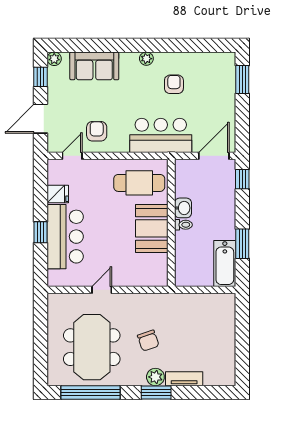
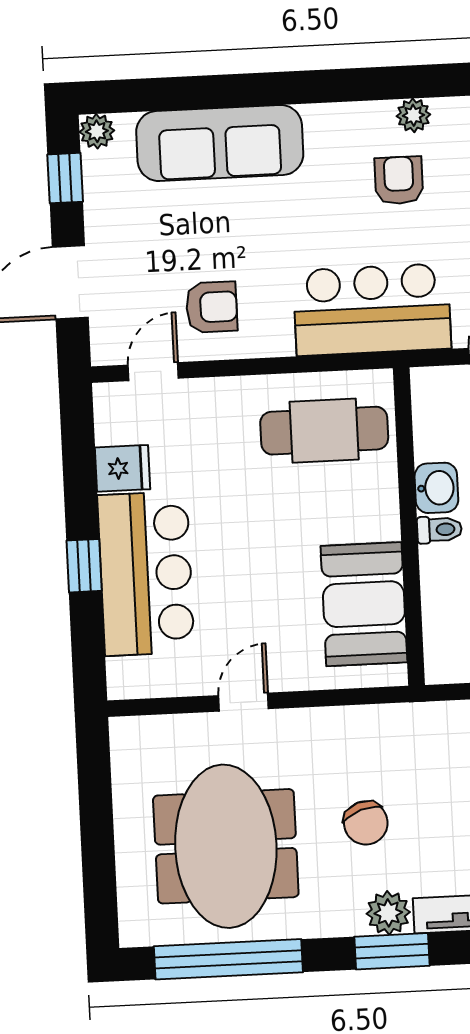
plant: (146, 59) -> (413, 115), moved
sofa: (94, 66) -> (220, 143), width x1.36
armchair: (97, 131) -> (212, 307), turned 90
booth: (152, 228) -> (364, 604), moved

